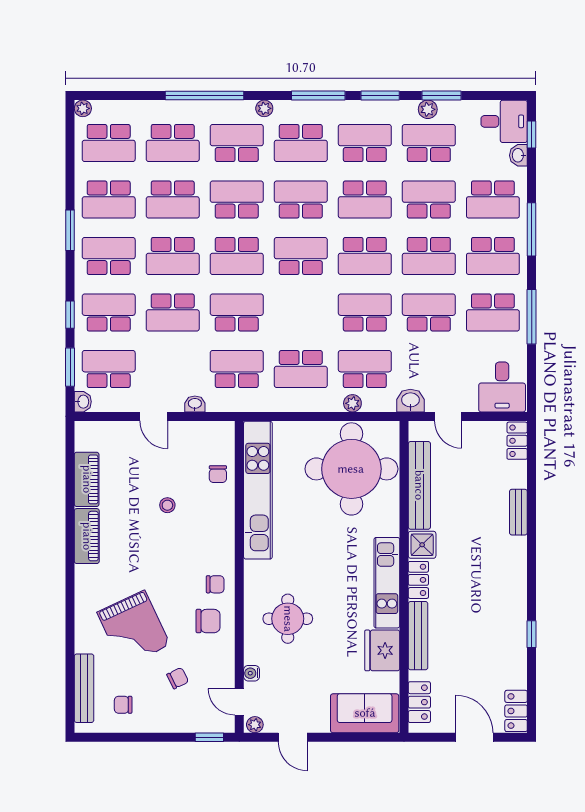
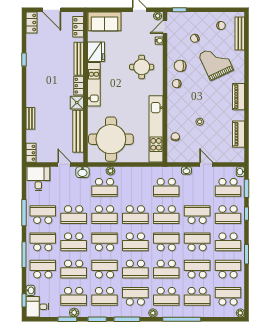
school desk: (173, 143) -> (197, 296), turned 180
school desk: (429, 256) -> (74, 242), turned 180
school desk: (301, 369) -> (135, 215), moved, turned 180
piano: (87, 536) -> (239, 97), moved
door: (239, 702) -> (165, 27), swing flipped

